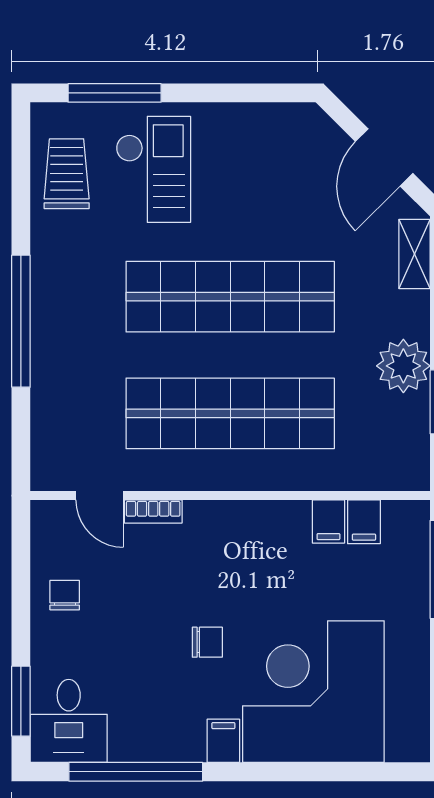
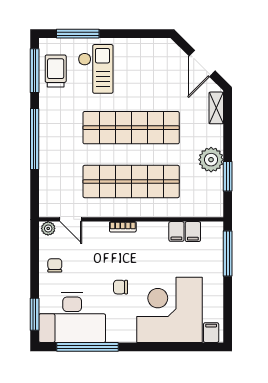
window: (21, 173) -> (35, 71), added
bookcase: (153, 512) -> (123, 227), moved
plant: (51, 515) -> (48, 228), added
chair: (207, 642) -> (121, 287), turned 180
desk: (69, 721) -> (72, 318), width x1.87, depth x1.30
filing cabinet: (223, 741) -> (211, 333), moved

